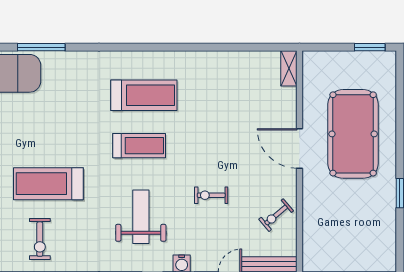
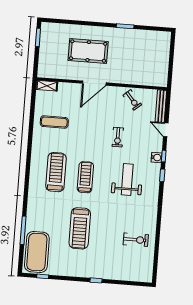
exercise mat: (228, 86) -> (54, 122), added
pool table: (353, 134) -> (88, 51), width x0.73, depth x0.76
treadmill: (48, 184) -> (80, 228), moved
weight bench: (141, 217) -> (127, 179), turned 90

